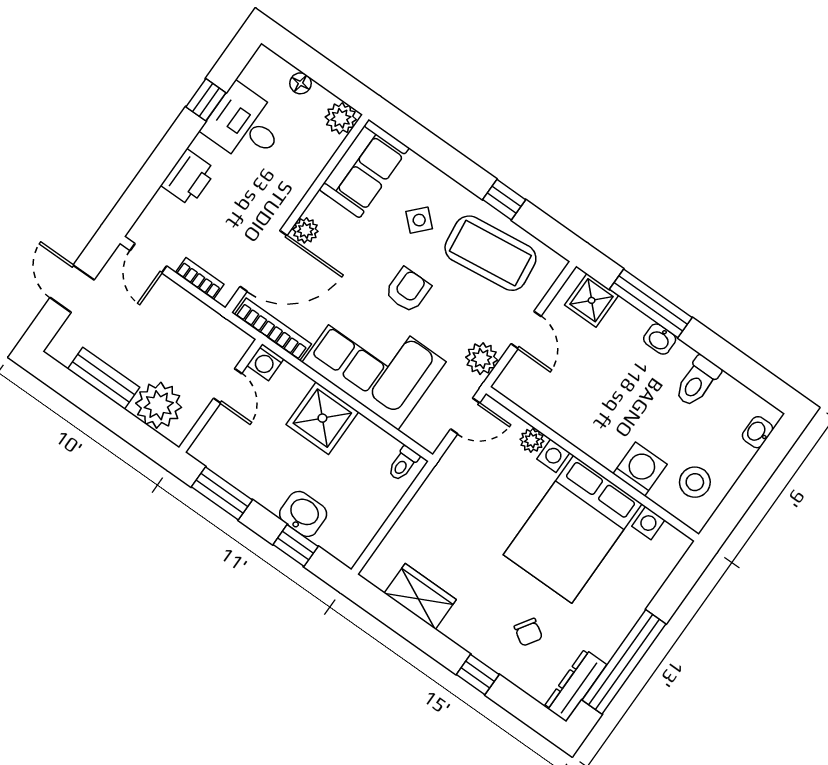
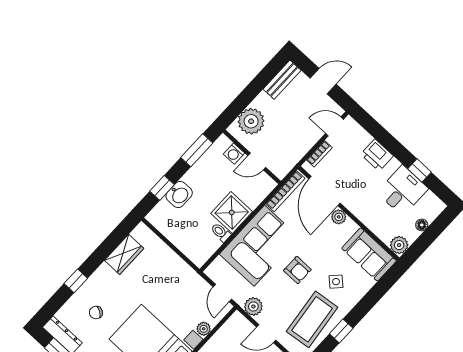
washing machine: (265, 362) -> (234, 154), moved, turned -90
bench: (104, 378) -> (282, 80), moved
toilet: (403, 464) -> (221, 232), moved

